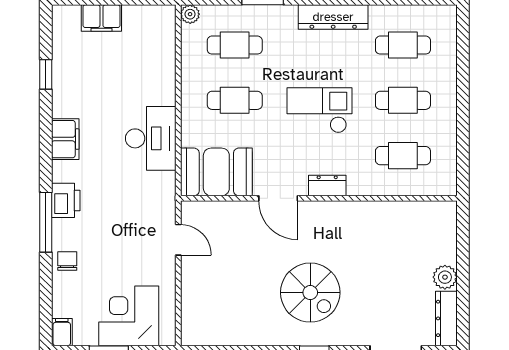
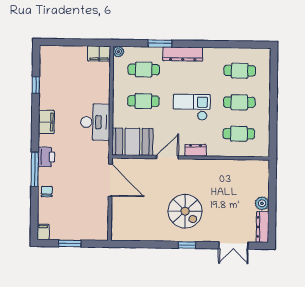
dresser: (333, 17) -> (183, 54), moved
filing cabinet: (101, 18) -> (99, 54), moved
door: (278, 198) -> (167, 157), swing flipped
door: (178, 240) -> (110, 180), width x1.87
corner desk: (129, 316) -> (81, 223), removed

